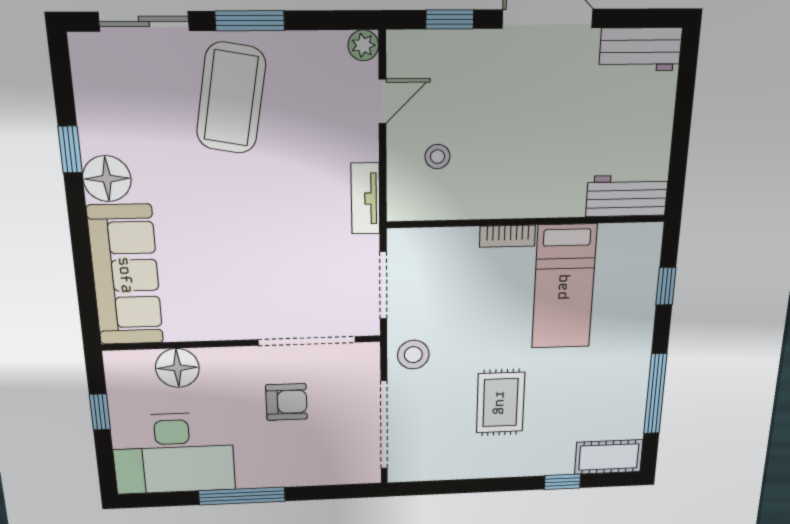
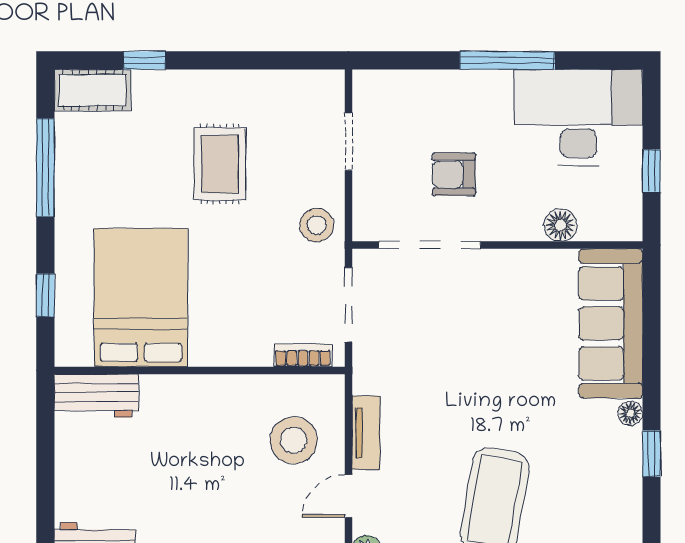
stool: (437, 157) -> (294, 440), width x1.89, depth x1.89
floor lamp: (107, 179) -> (630, 413), width x0.53, depth x0.53
tv unit: (366, 199) -> (366, 433), moved
bookcase: (507, 236) -> (303, 355), moved
bed: (564, 287) -> (141, 298), width x1.50
floor lamp: (177, 368) -> (560, 225), width x0.73, depth x0.73
doorway: (384, 425) -> (348, 142), width x0.53

